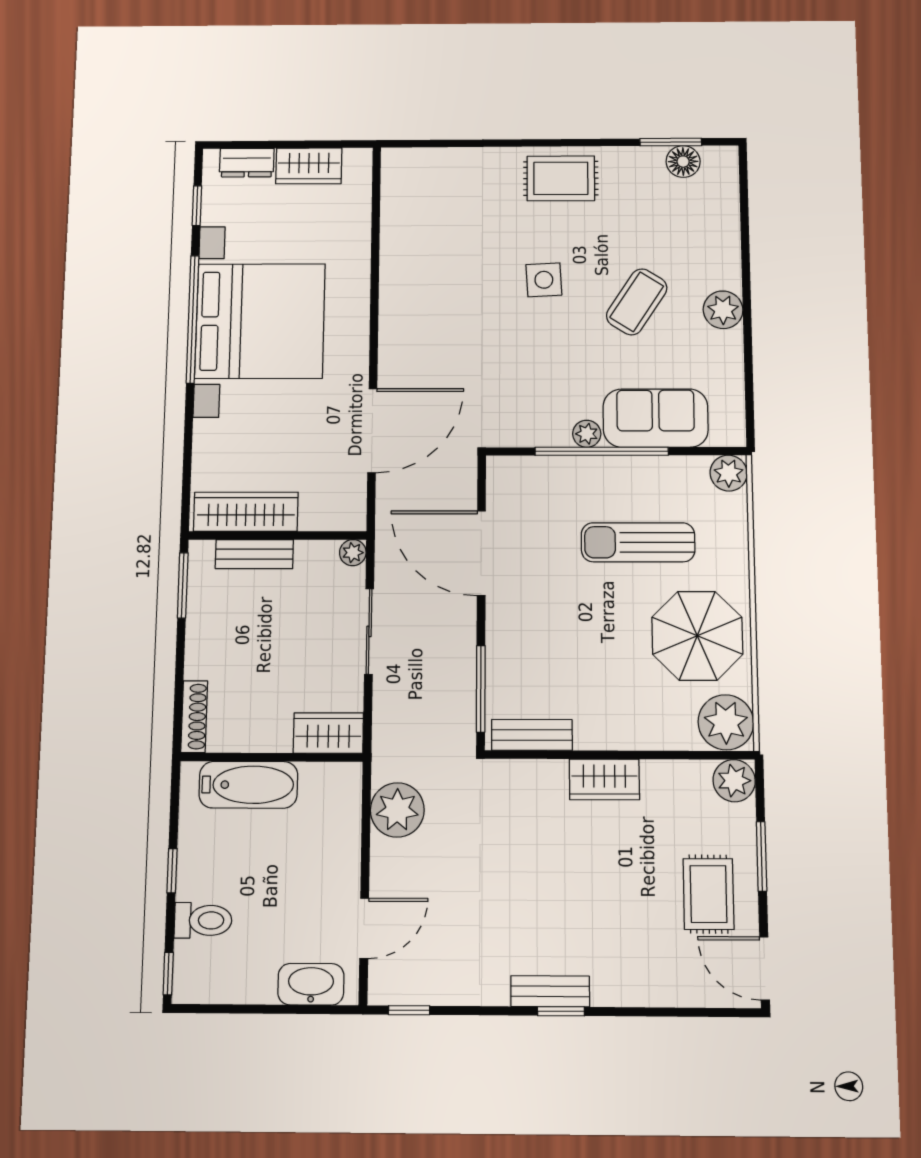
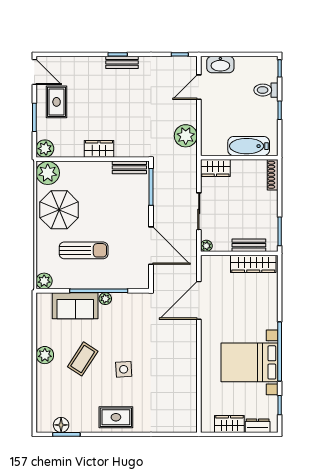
bed with nightstands: (260, 321) -> (249, 362), width x0.73

